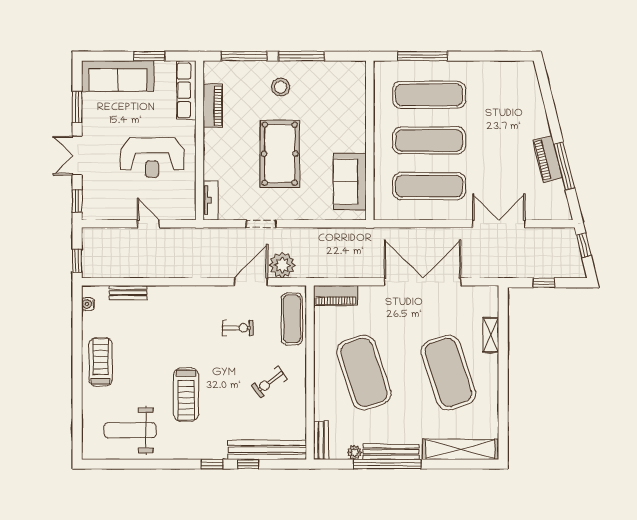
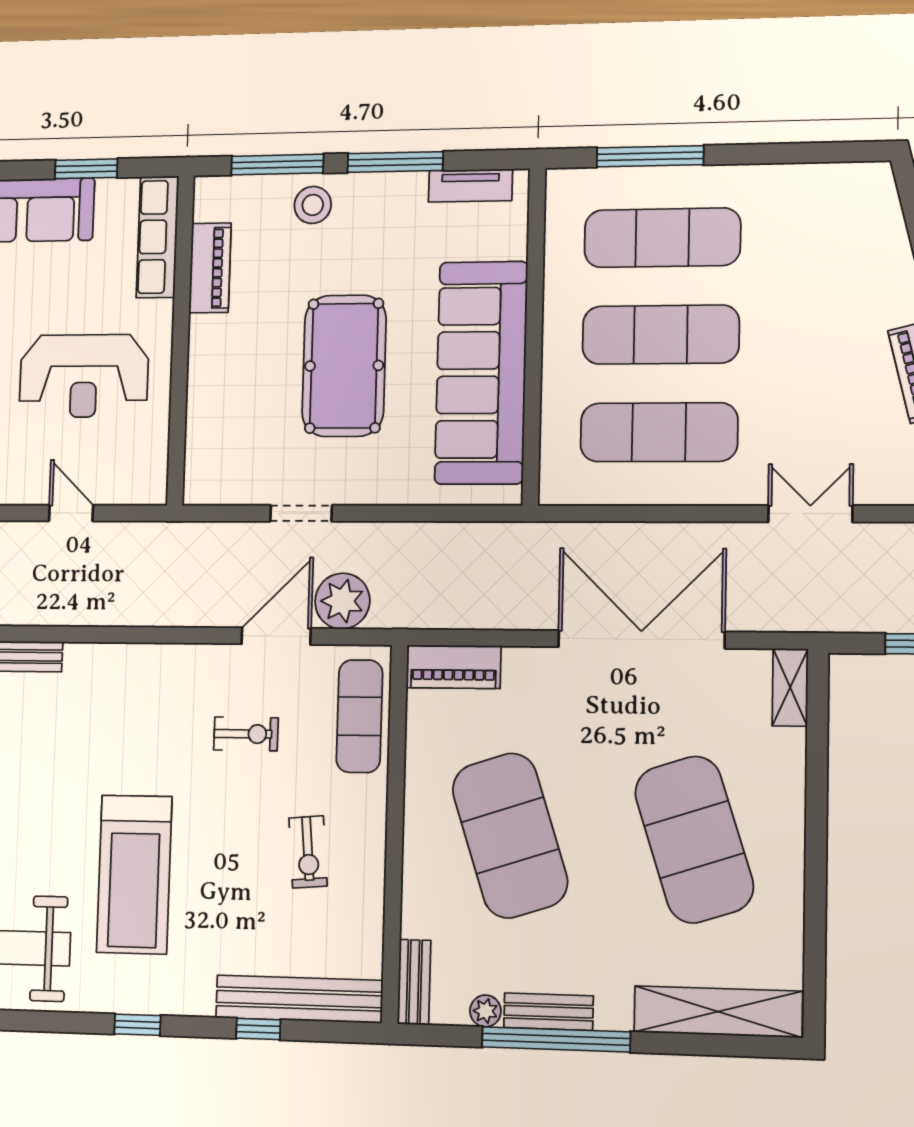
stool: (281, 87) -> (313, 205), moved
sofa: (350, 182) -> (481, 373), width x1.85, depth x1.27
tv unit: (211, 200) -> (470, 186), moved, turned 90
double door: (499, 224) -> (810, 514), width x0.73
shelving: (491, 335) -> (790, 687), moved
exercise bike: (269, 382) -> (308, 852), turned -59
treadmill: (186, 395) -> (134, 874), width x1.37, depth x1.37
bench: (391, 452) -> (548, 1012), width x0.73
window: (212, 464) -> (137, 1025), moved

